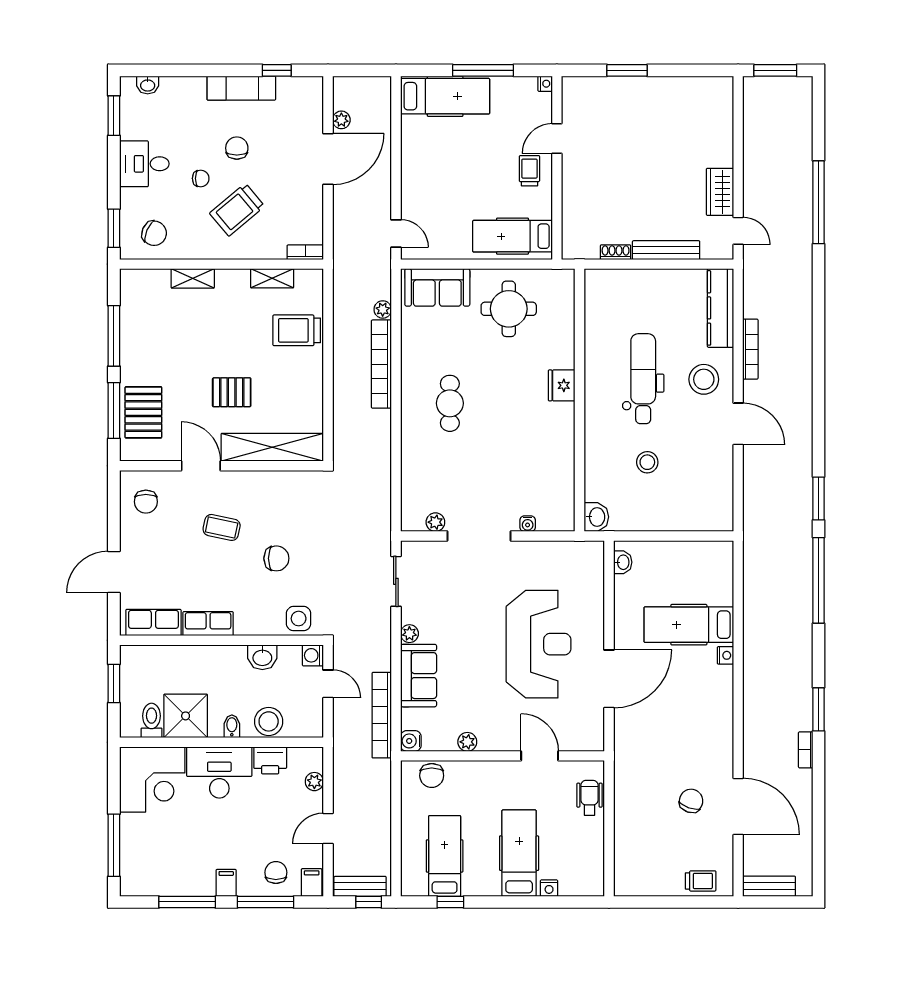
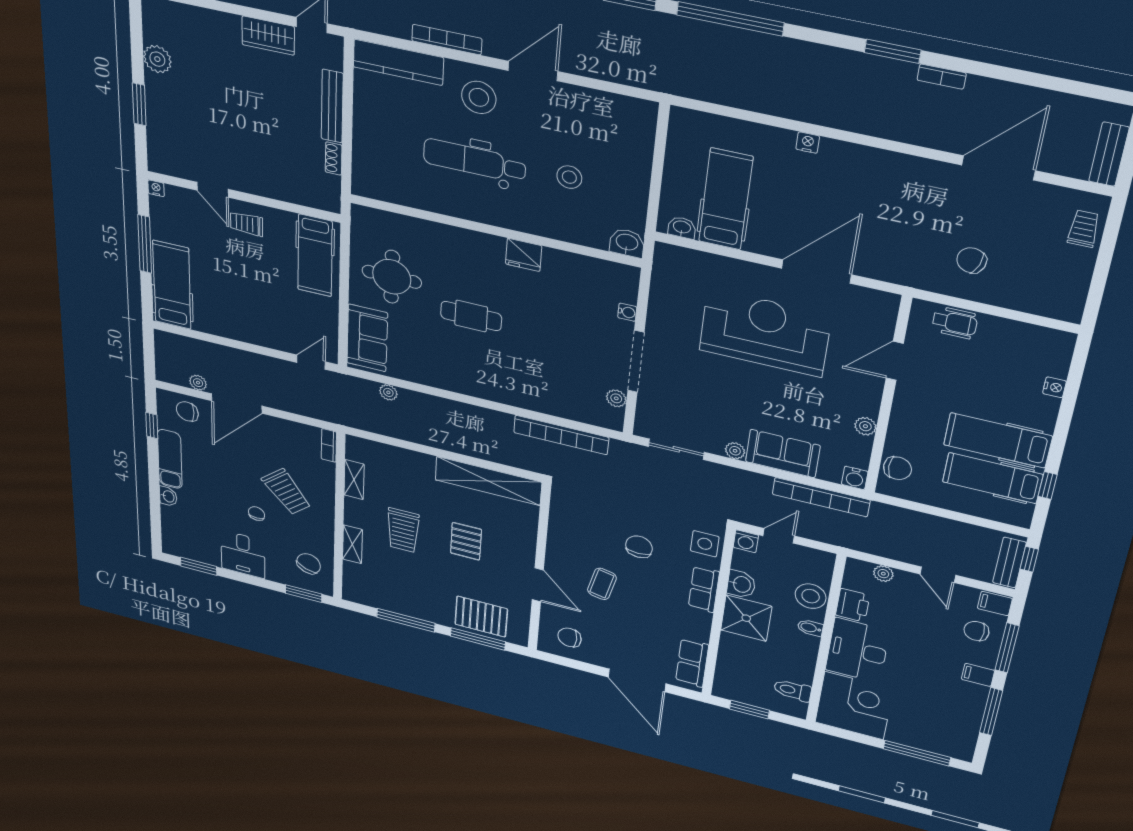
washbasin: (148, 85) -> (168, 496), moved
plant: (675, 89) -> (157, 59), added
chair: (237, 148) -> (187, 411), moved
door: (328, 159) -> (237, 403), swing flipped
trolley: (297, 330) -> (403, 530), moved
bookcase: (381, 364) -> (561, 435), moved
fridge: (562, 385) -> (524, 255), moved
cafe table: (450, 403) -> (471, 316), moved
shelving: (272, 447) -> (488, 481), moved, turned 90
door: (201, 466) -> (538, 585), swing flipped
chair: (146, 502) -> (570, 637), turned 180
door: (114, 572) -> (637, 680), width x1.36
row of seats: (208, 624) -> (704, 589), moved
hospital bed: (689, 625) -> (726, 199), moved, turned 180
door: (609, 679) -> (816, 271), hinge flipped
shower: (186, 716) -> (746, 618), moved
wheelchair: (589, 798) -> (955, 323), turned 180
chair: (691, 801) -> (972, 260), moved
hospital bed: (519, 853) -> (998, 440), moved

